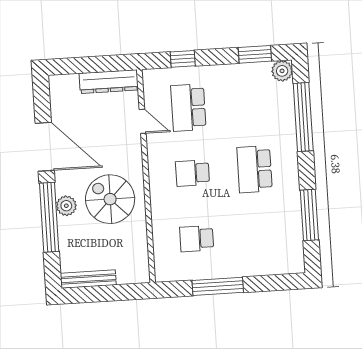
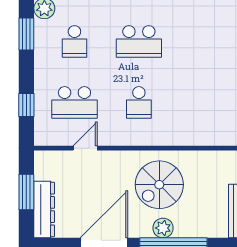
window: (94, 64) -> (26, 192), added
dresser: (109, 82) -> (44, 209), moved
school desk: (197, 239) -> (74, 41), moved

